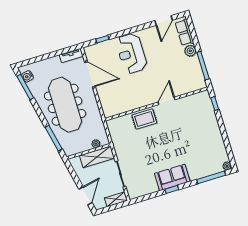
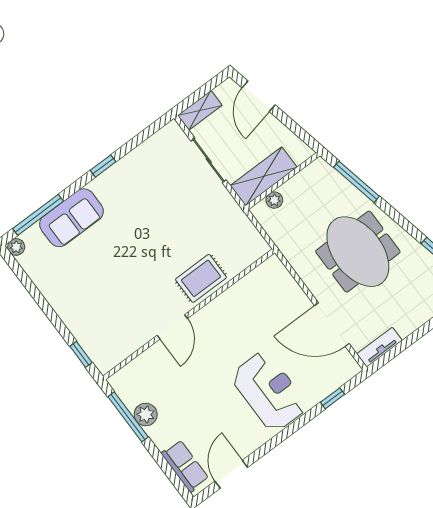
plant: (190, 51) -> (146, 415), moved
meeting table: (65, 105) -> (358, 252), width x0.73
sofa: (172, 177) -> (71, 218), moved

